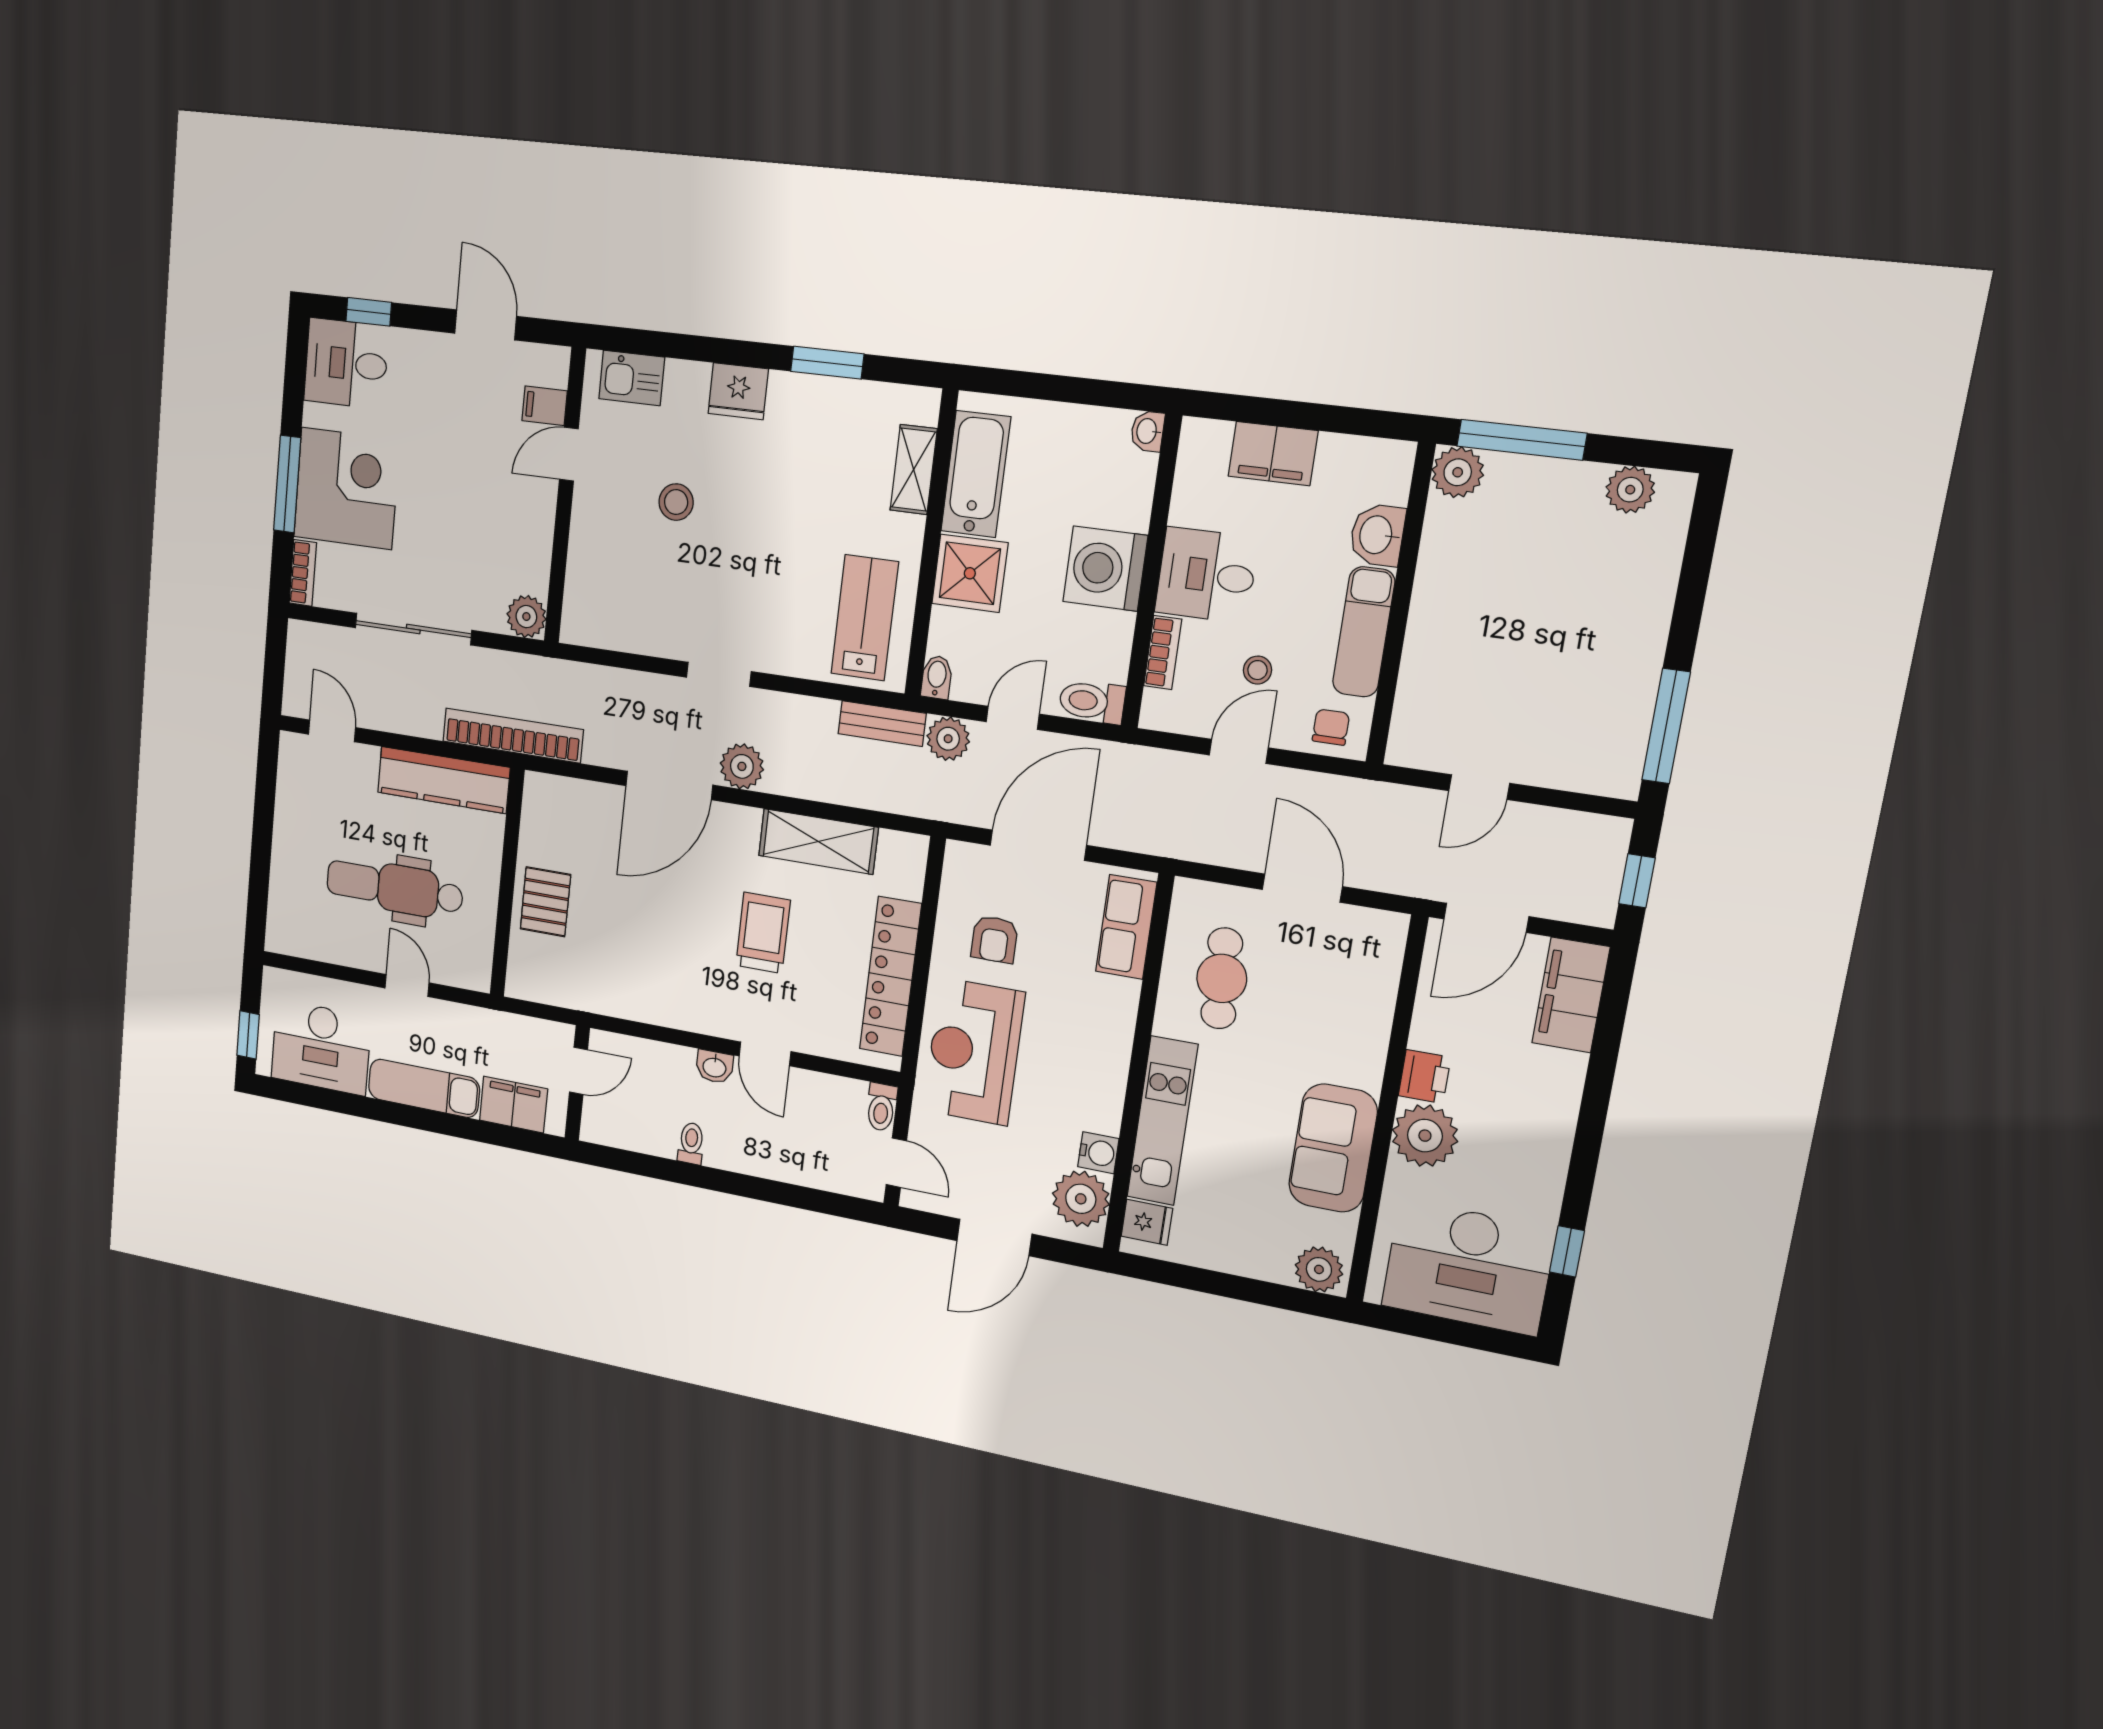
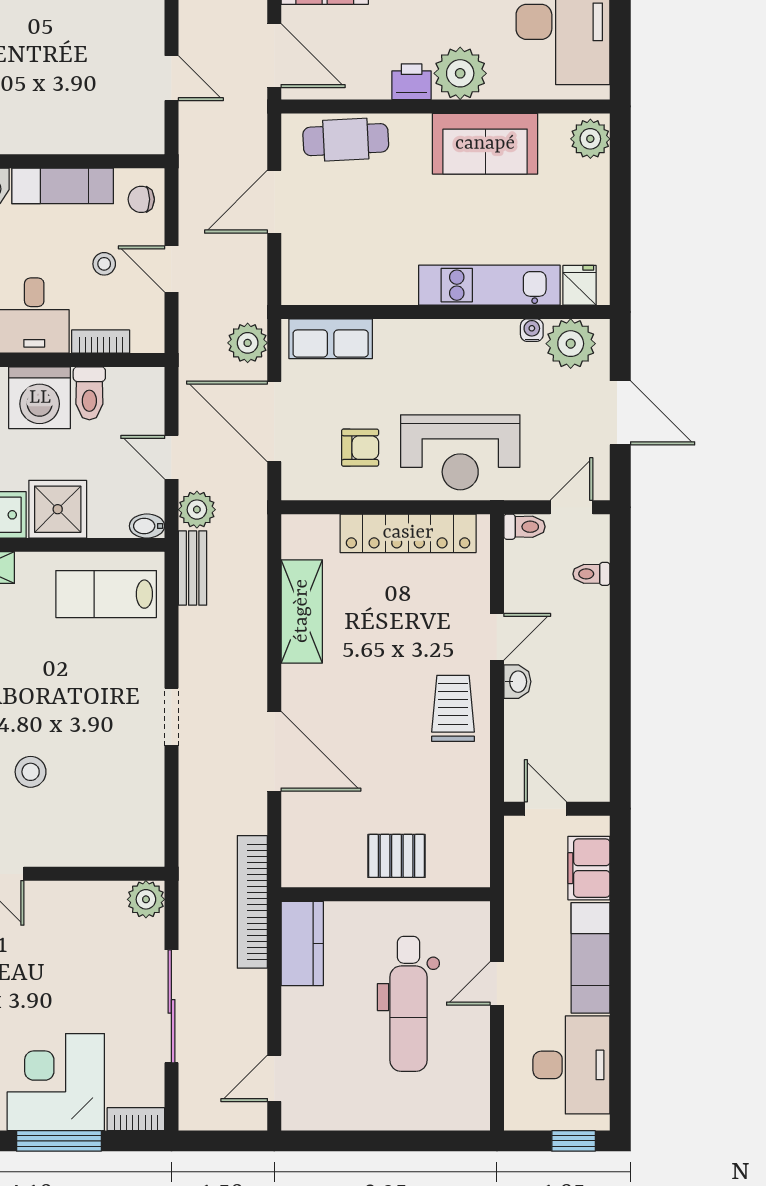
toilet: (1092, 702) -> (89, 393), moved
plant: (742, 766) -> (248, 343), moved
kitchen counter: (444, 780) -> (302, 944), width x0.67
trolley: (763, 933) -> (453, 708), moved, turned 90
cafe table: (1222, 978) -> (346, 140), moved
toilet: (691, 1143) -> (591, 574), moved
water cooler: (1098, 1153) -> (532, 330), width x0.72, depth x0.72

